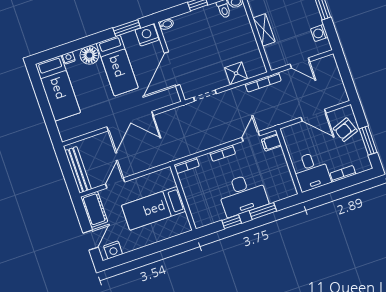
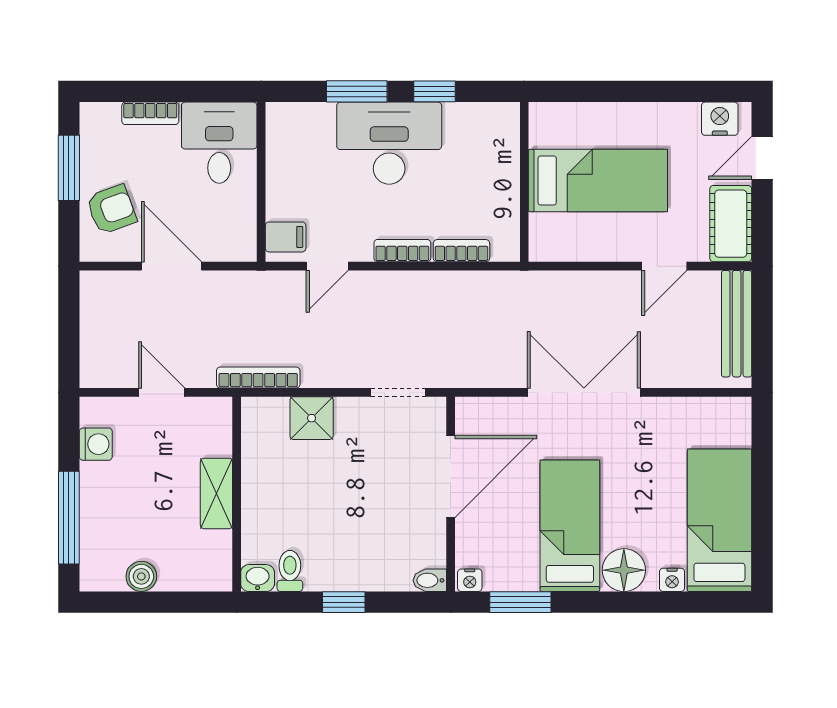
nightstand: (147, 35) -> (470, 580), width x0.53, depth x0.56
bookcase: (187, 165) -> (461, 251), moved

